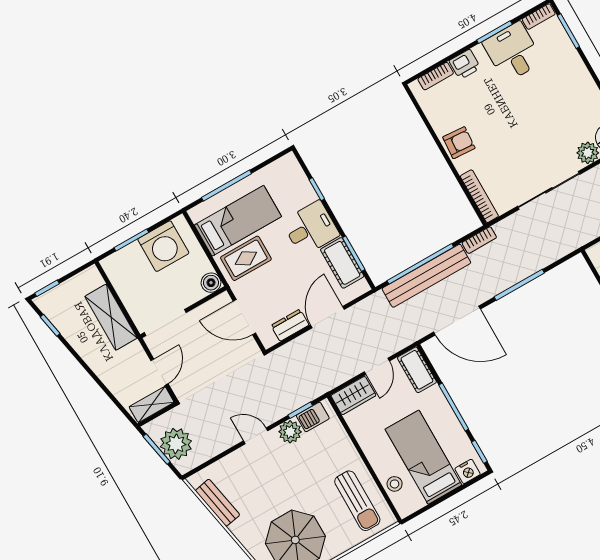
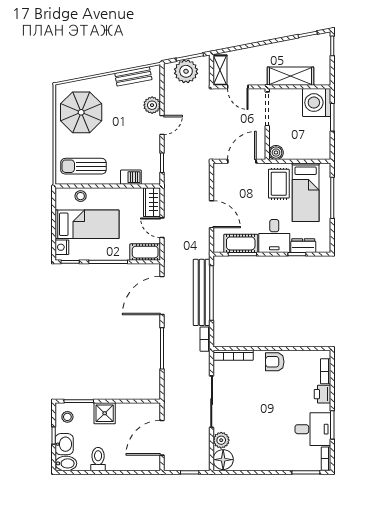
armchair: (459, 143) -> (275, 362), turned 86
washing machine: (163, 246) -> (317, 103), moved
dresser: (290, 325) -> (303, 246), moved, turned -90
barbecue: (313, 417) -> (131, 177), moved, turned 90
plant: (290, 432) -> (152, 105), moved

